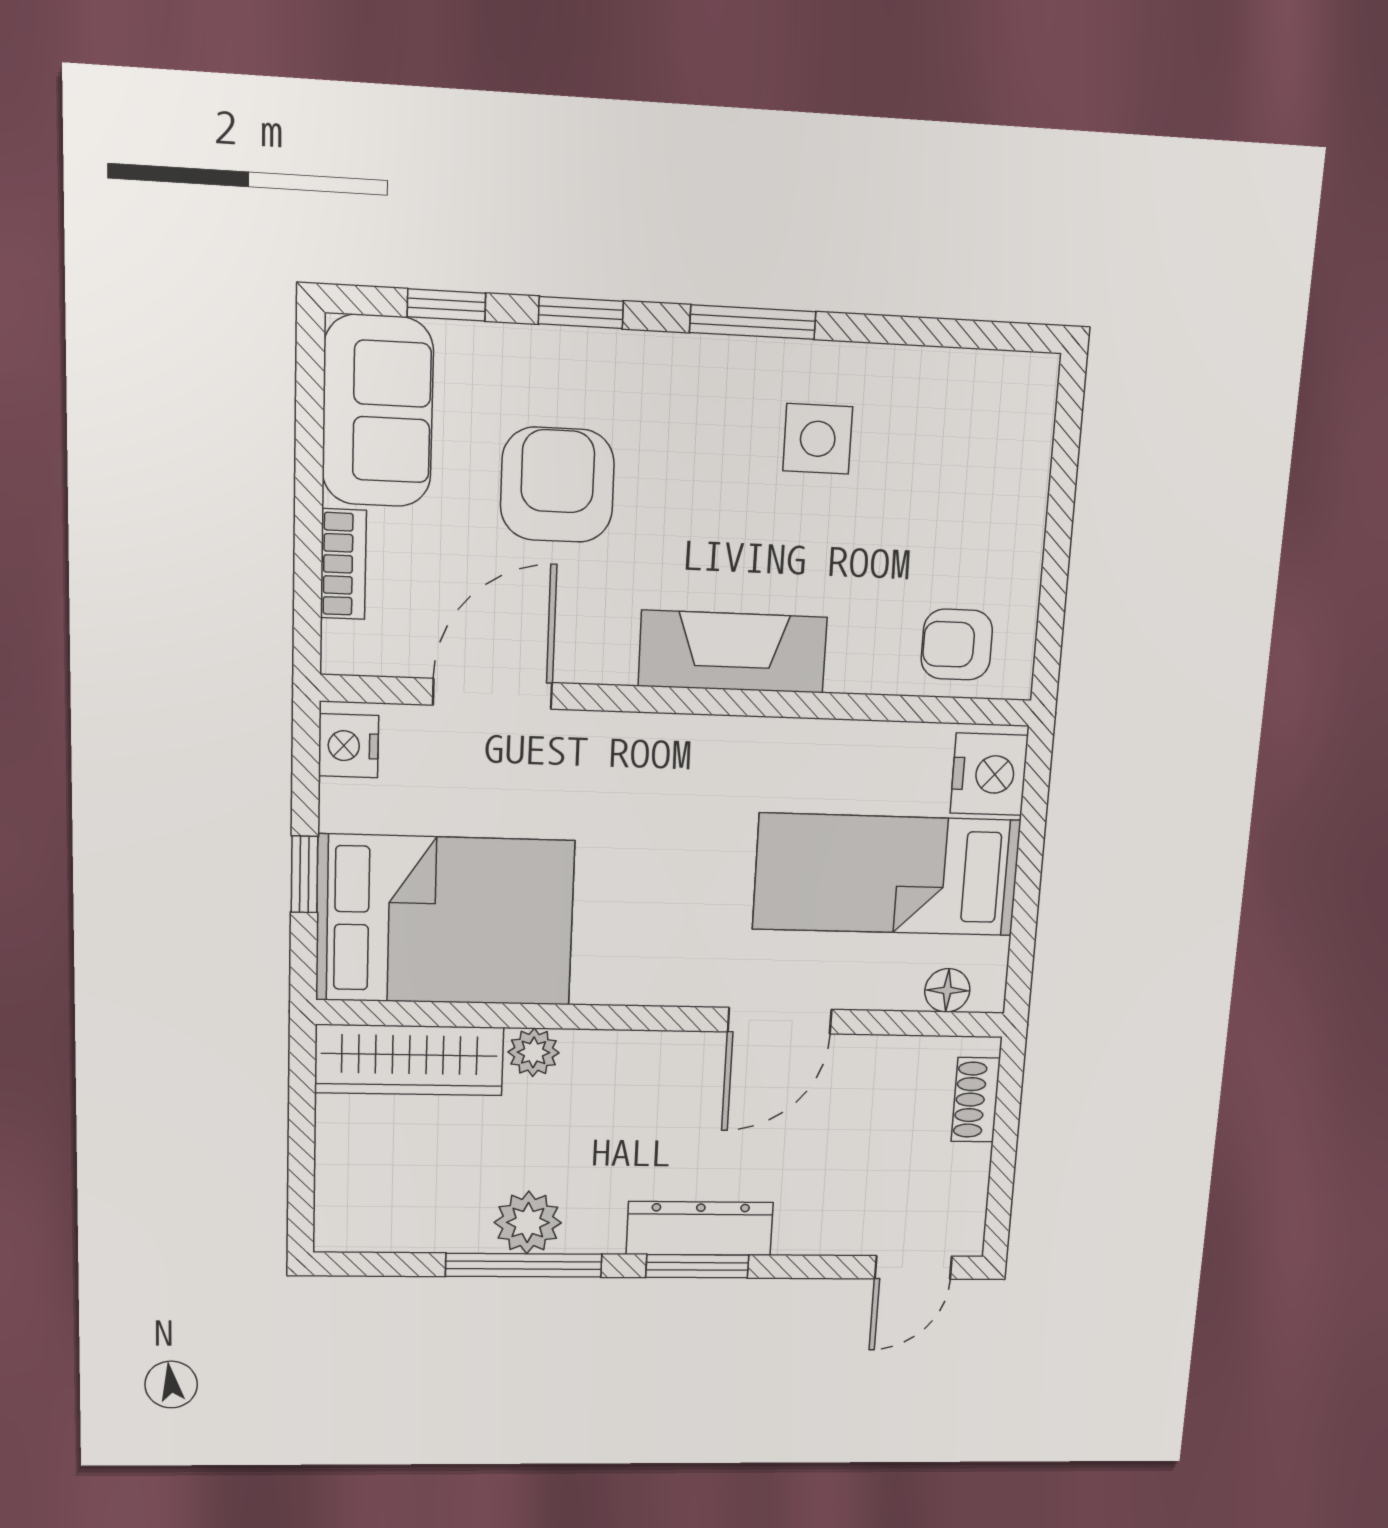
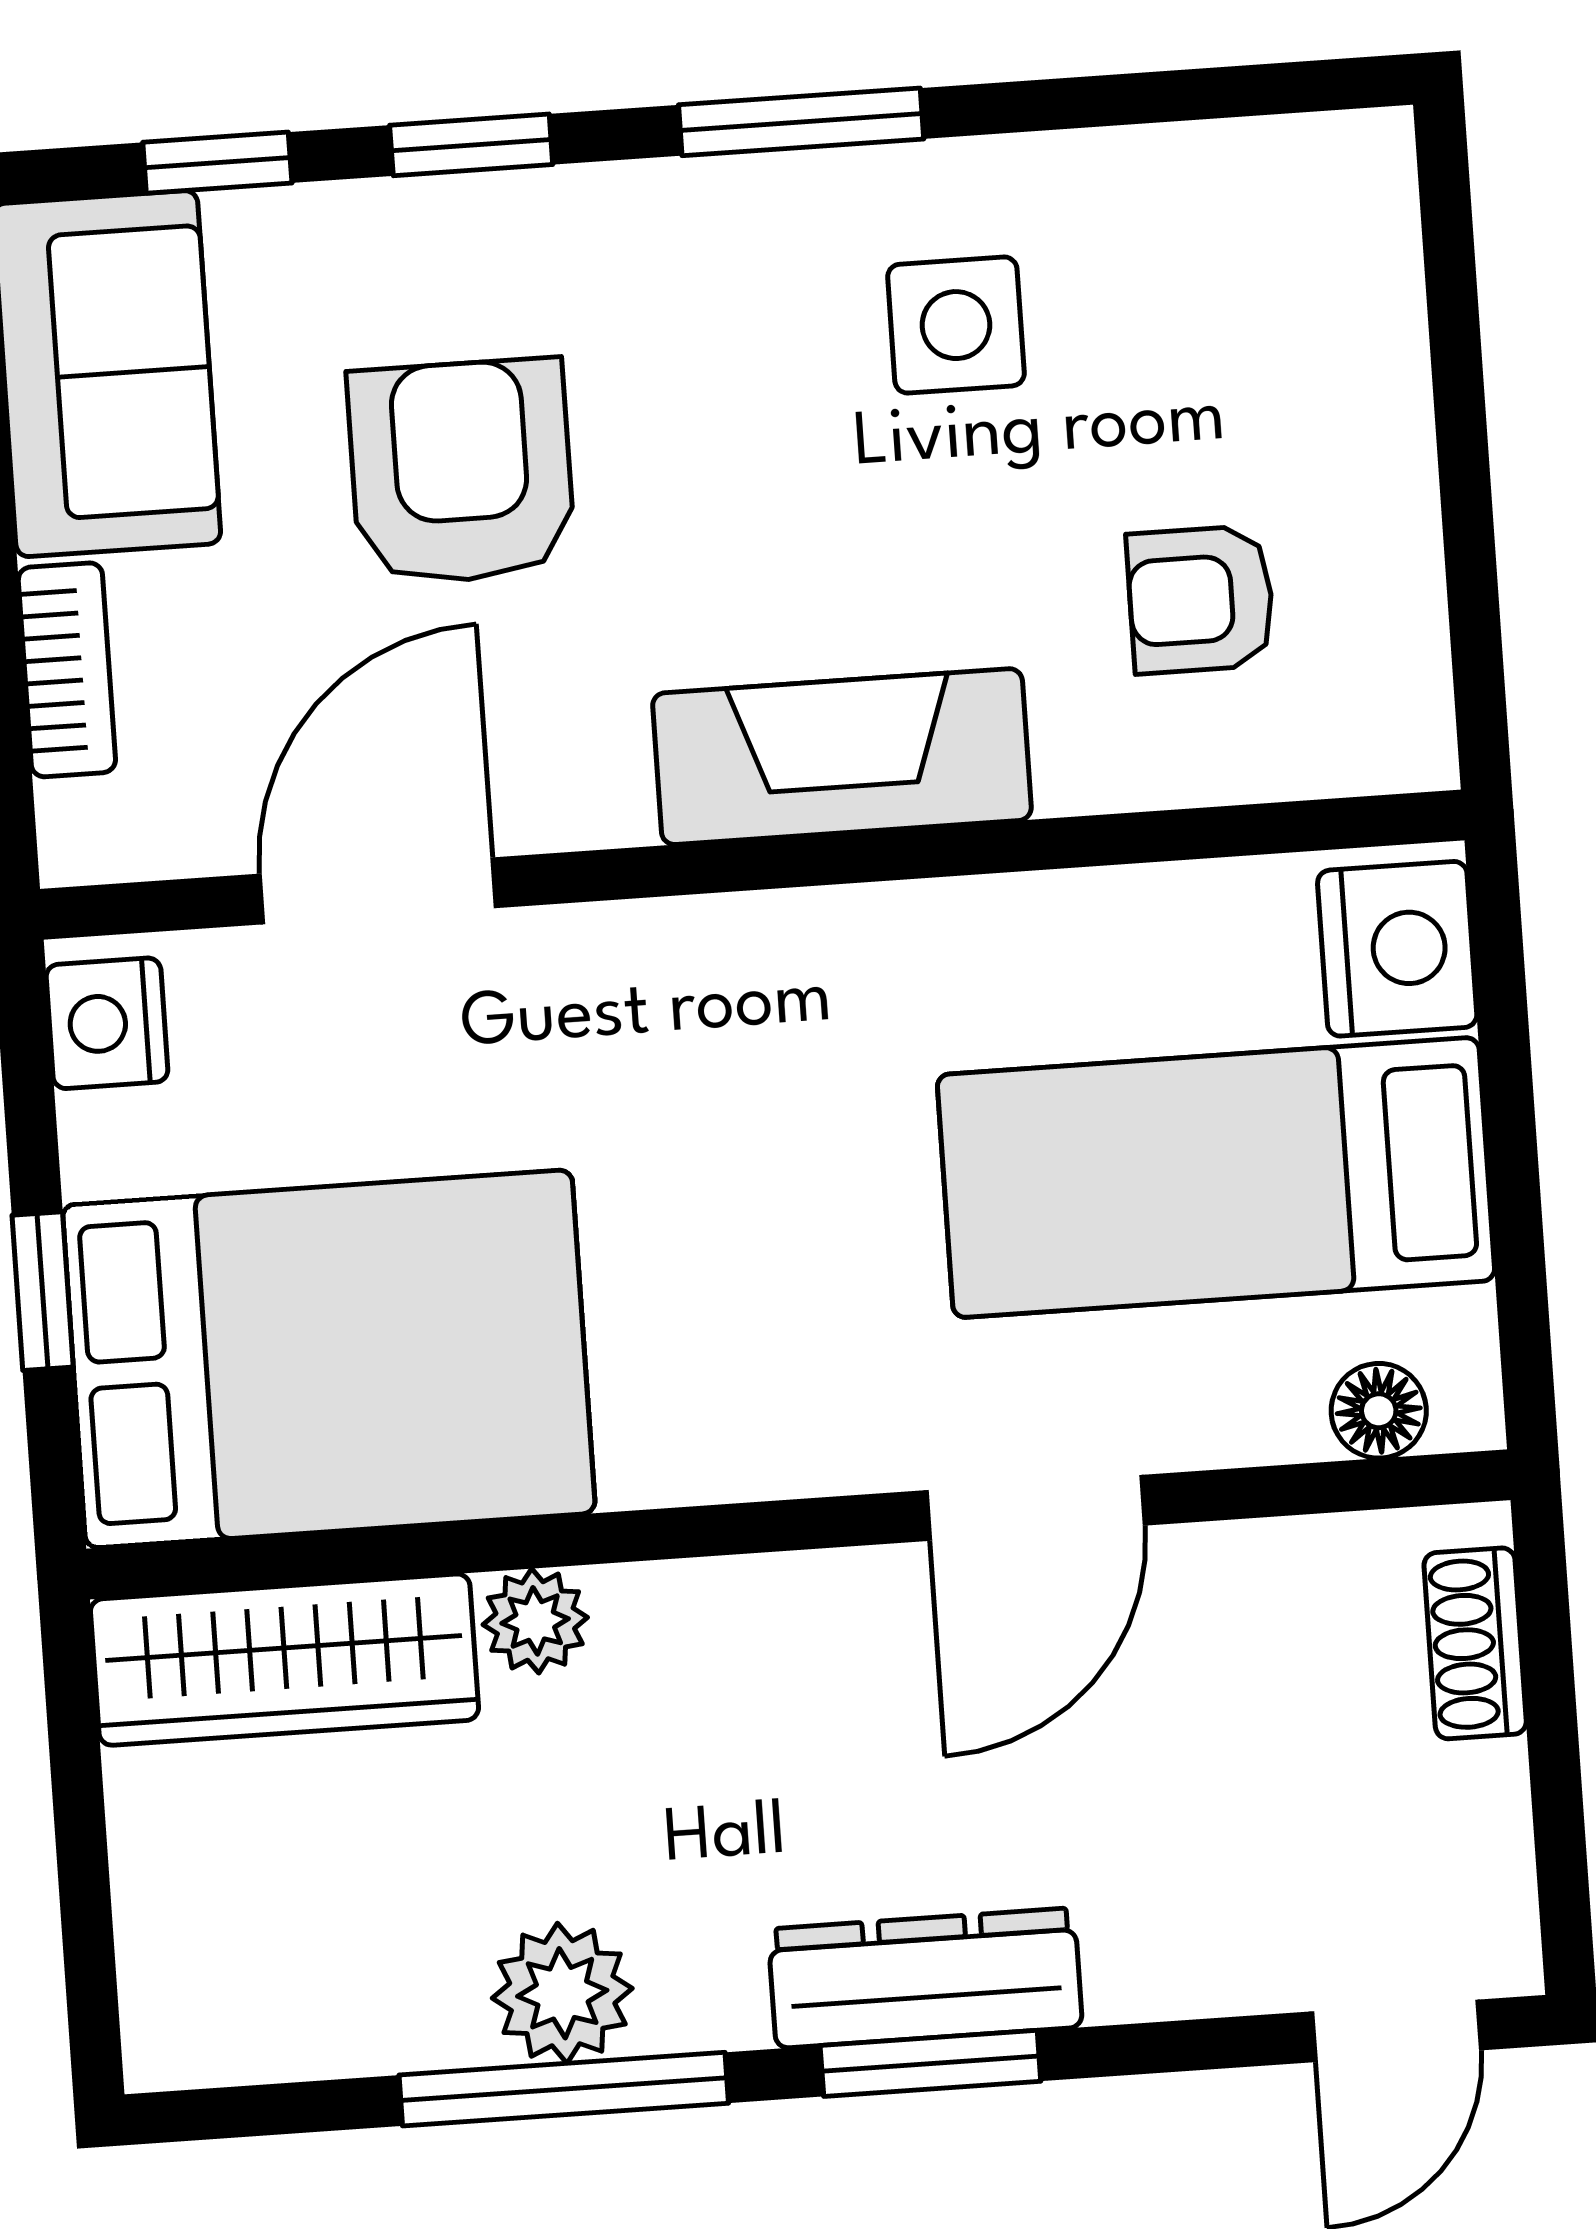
armchair: (957, 645) -> (1201, 599), moved

